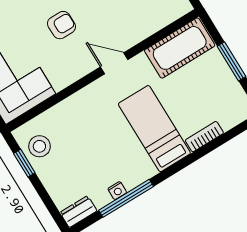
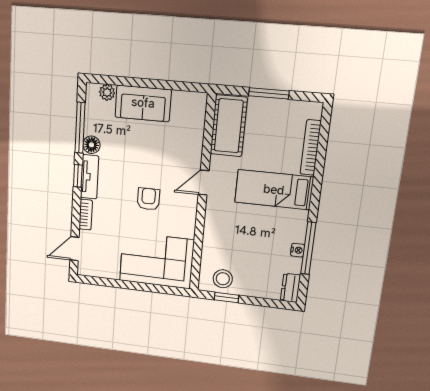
bookcase: (204, 137) -> (311, 148), width x1.56

